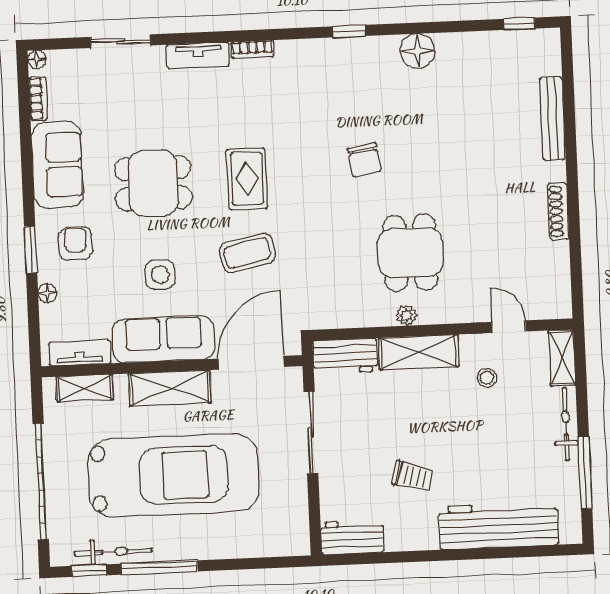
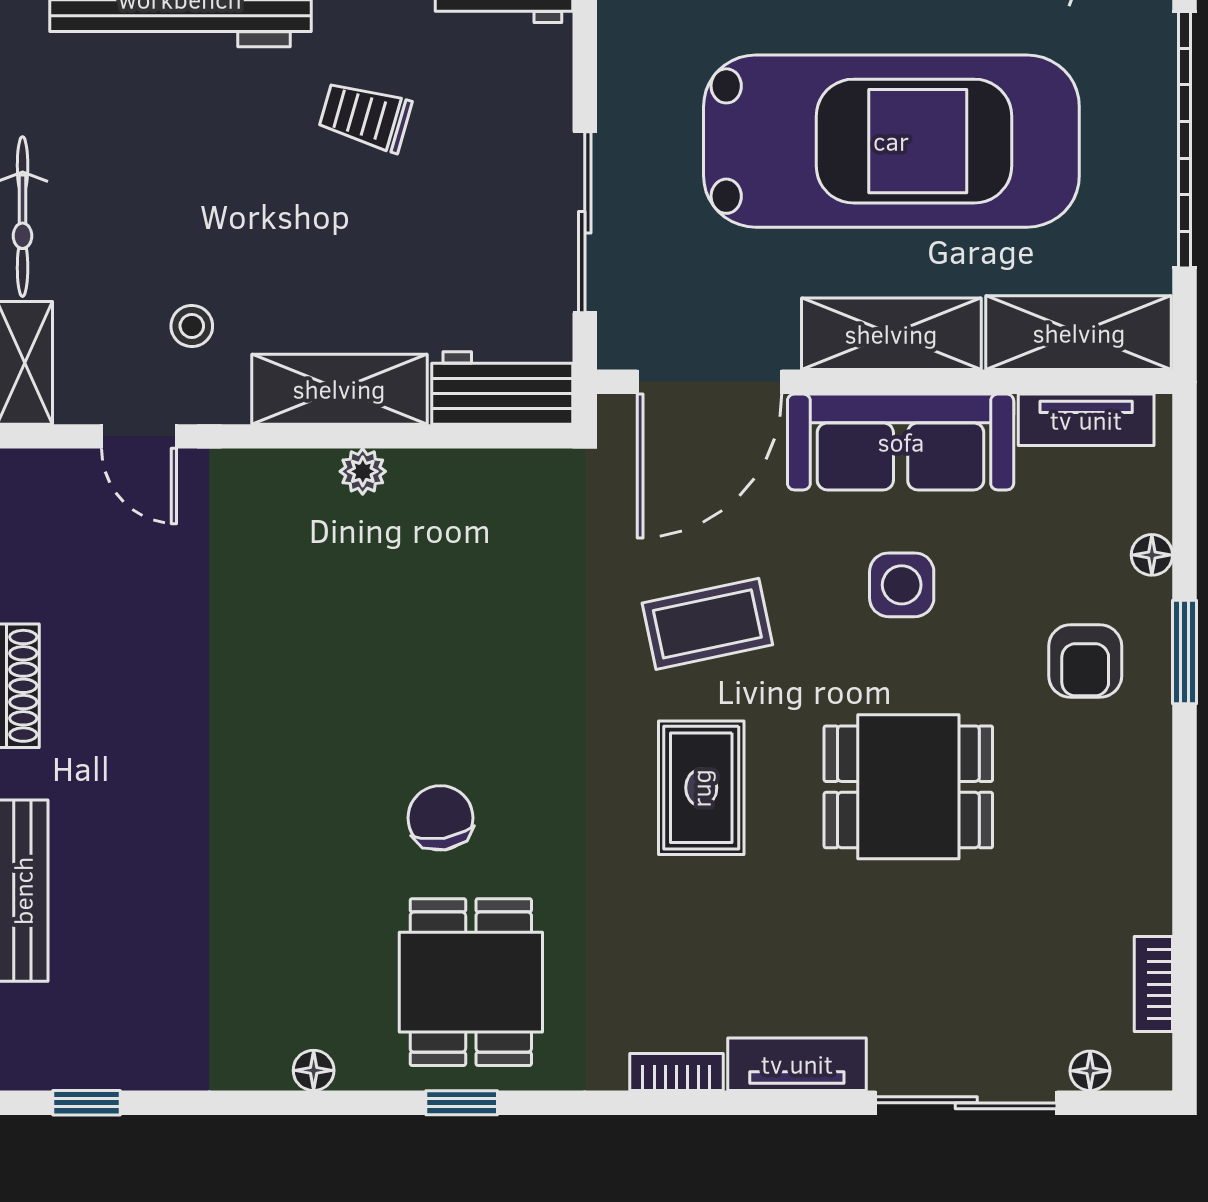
sliding door: (121, 41) -> (966, 1103), width x1.37
floor lamp: (417, 51) -> (314, 1070), width x0.53, depth x0.53
floor lamp: (37, 59) -> (1090, 1071), moved
sofa: (57, 165) -> (1117, 836), removed
dining table: (410, 253) -> (471, 982), moved
shelving: (85, 388) -> (1079, 333), width x1.50, depth x1.33
car: (174, 475) -> (891, 141), turned 180

